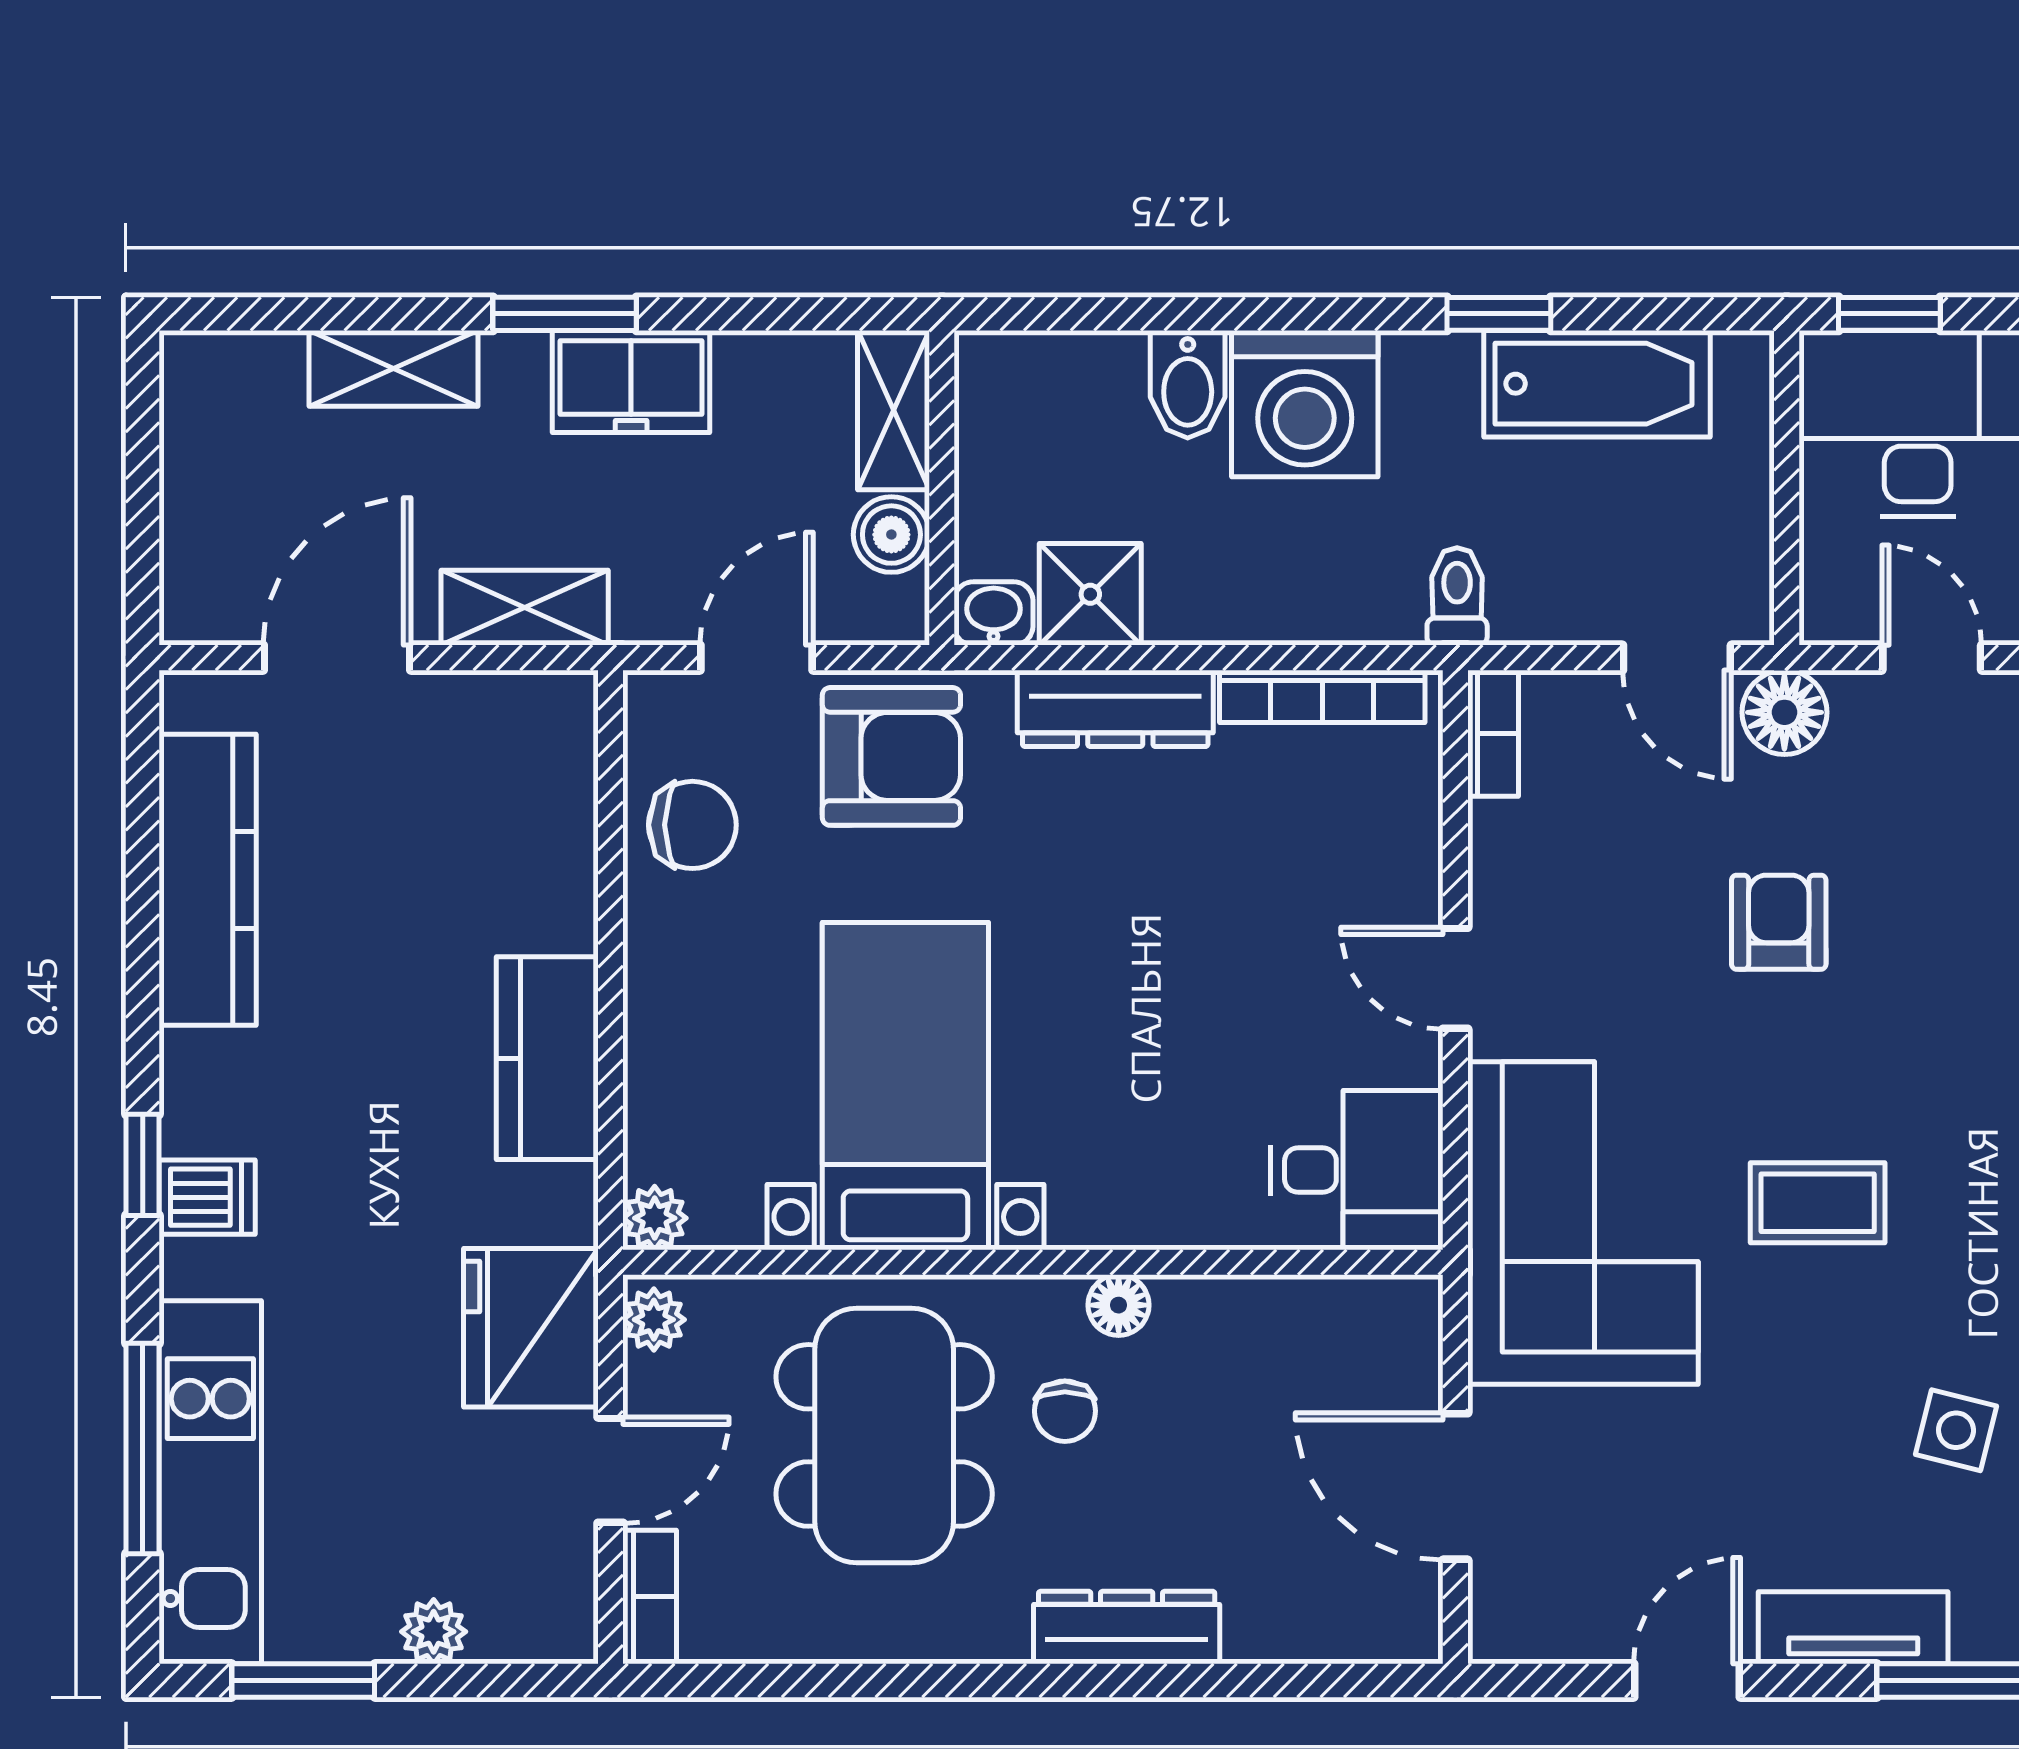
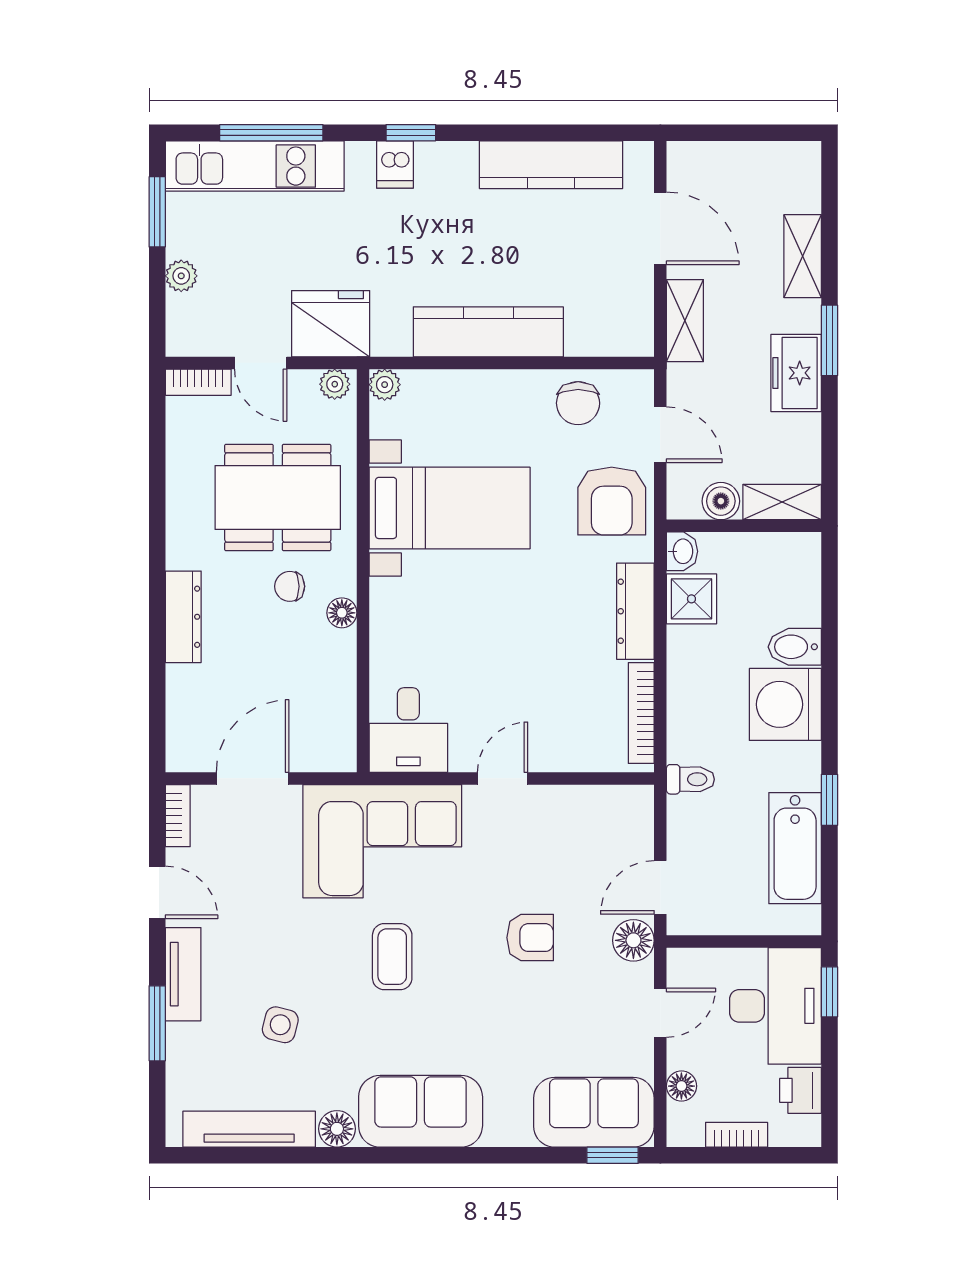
bookcase: (1493, 733) -> (178, 816), moved, turned -90
kitchen counter: (547, 1058) -> (488, 332), width x1.50

